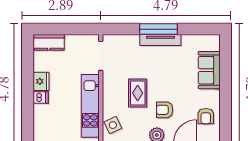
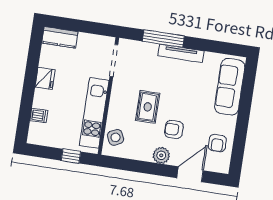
window: (158, 29) -> (163, 39), moved
sofa: (209, 70) -> (230, 87), width x1.36
dishwasher: (41, 97) -> (39, 116), moved

